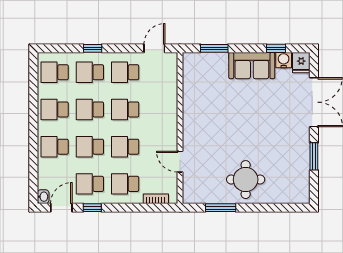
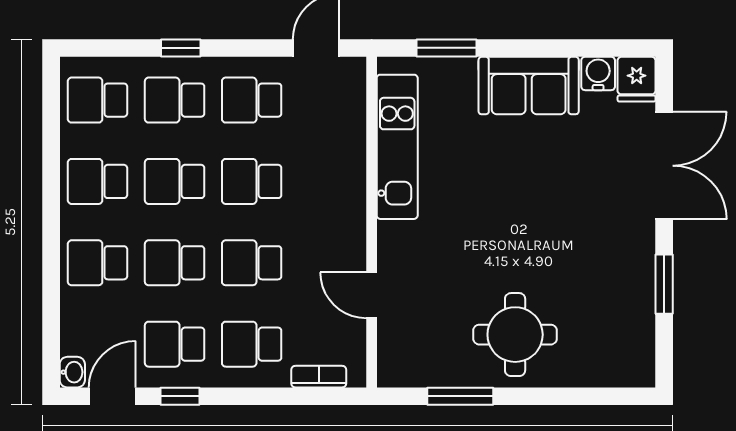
window: (276, 48) -> (582, 48), removed
kitchen unit: (192, 94) -> (397, 147), added

